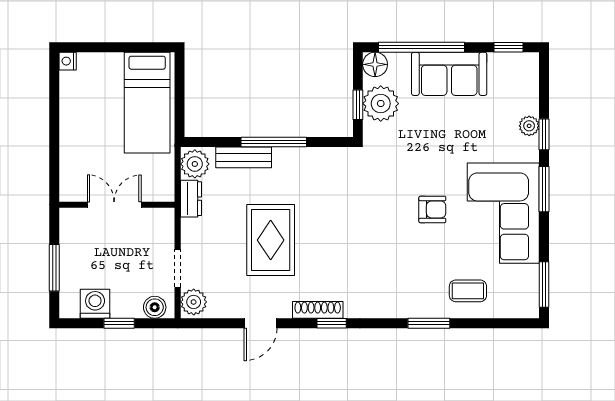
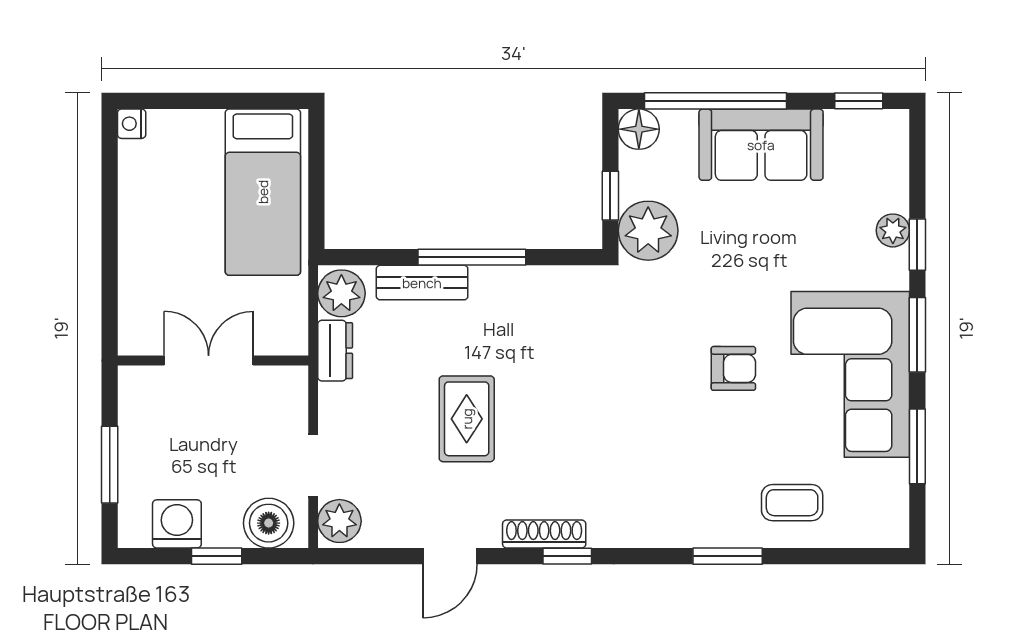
plant: (381, 104) -> (648, 231), moved
rug: (271, 240) -> (467, 419), width x0.73, depth x0.70
window: (544, 285) -> (917, 446), moved
boiler: (155, 307) -> (269, 523), width x1.36, depth x1.36

